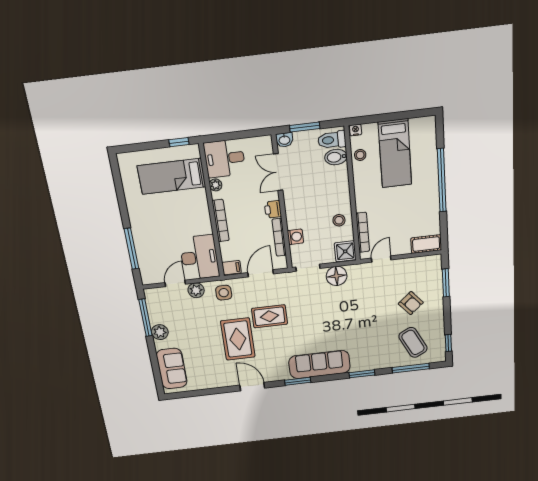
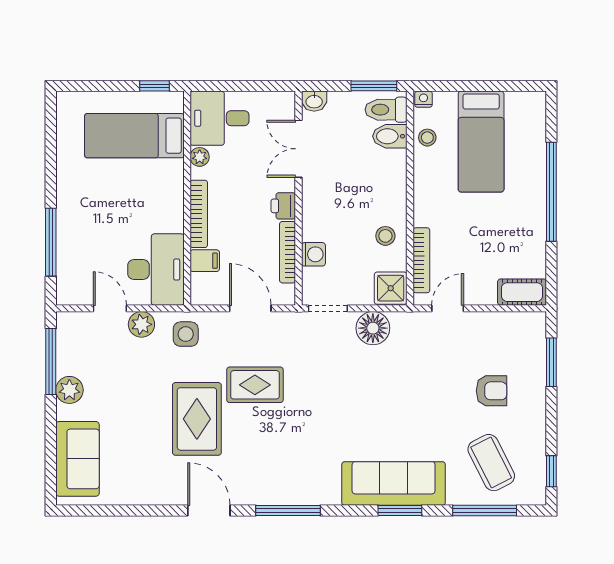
window: (305, 127) -> (374, 86), moved
filing cabinet: (232, 268) -> (205, 261), moved
door: (261, 273) -> (250, 308), hinge flipped
door: (175, 283) -> (110, 308), hinge flipped
armchair: (411, 303) -> (492, 391), turned -49
sofa: (319, 365) -> (394, 483), moved
window: (298, 381) -> (288, 510), width x1.44

